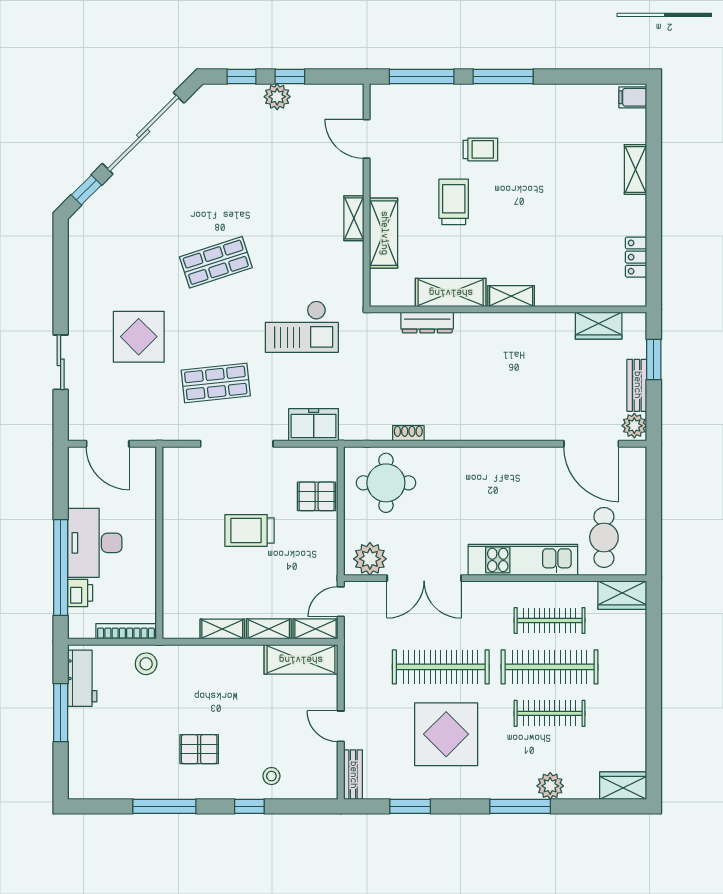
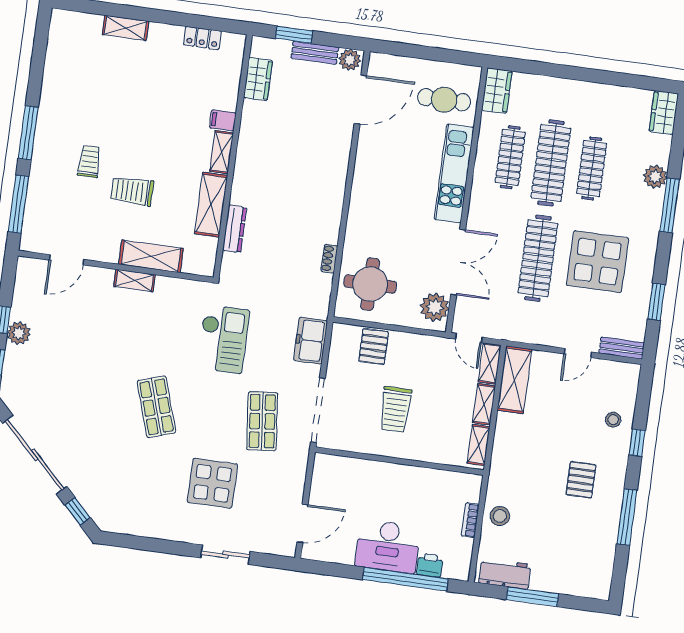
filing cabinet: (633, 97) -> (223, 120), moved, turned 90
wall: (159, 543) -> (399, 461), moved
bookcase: (126, 631) -> (470, 520), width x0.64

